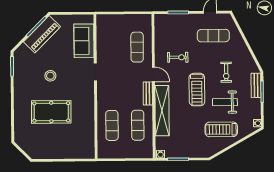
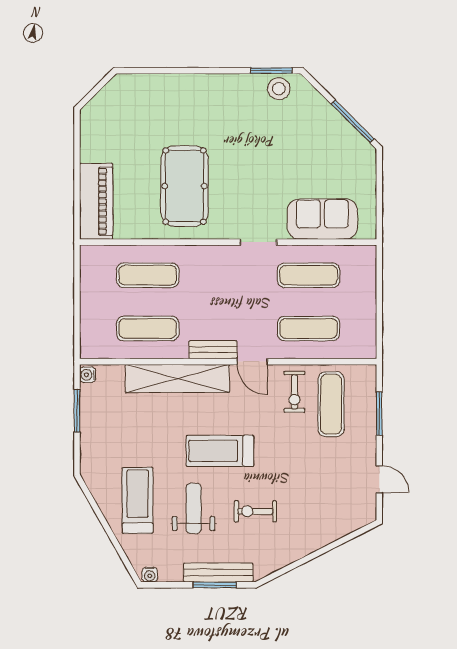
piano: (42, 34) -> (96, 201), moved, turned -135
exercise mat: (213, 36) -> (331, 404), moved
exercise mat: (111, 47) -> (309, 275), added
exercise bike: (178, 57) -> (294, 392), moved
door: (153, 74) -> (252, 362), hinge flipped
stool: (50, 76) -> (279, 89), moved
bench: (256, 85) -> (218, 573), width x1.36
pool table: (51, 112) -> (184, 186), moved

